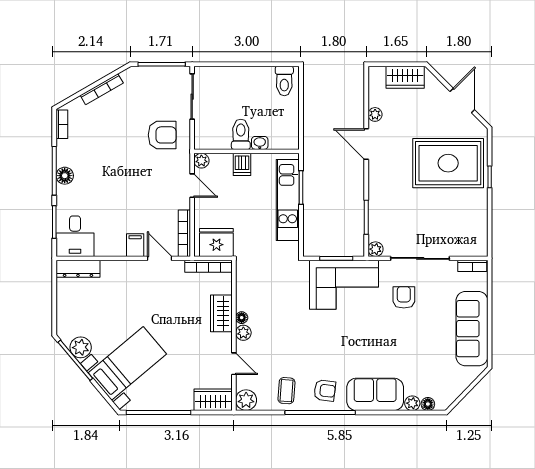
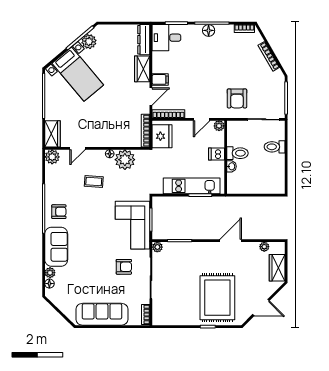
toilet: (284, 81) -> (275, 147), moved
plant: (375, 114) -> (264, 247), moved
wardrobe: (221, 313) -> (142, 69), moved, turned -90
plant: (243, 333) -> (125, 160), moved, width x1.88, depth x1.88
armchair: (325, 390) -> (59, 212), turned -97
coffee table: (286, 391) -> (94, 182), moved

